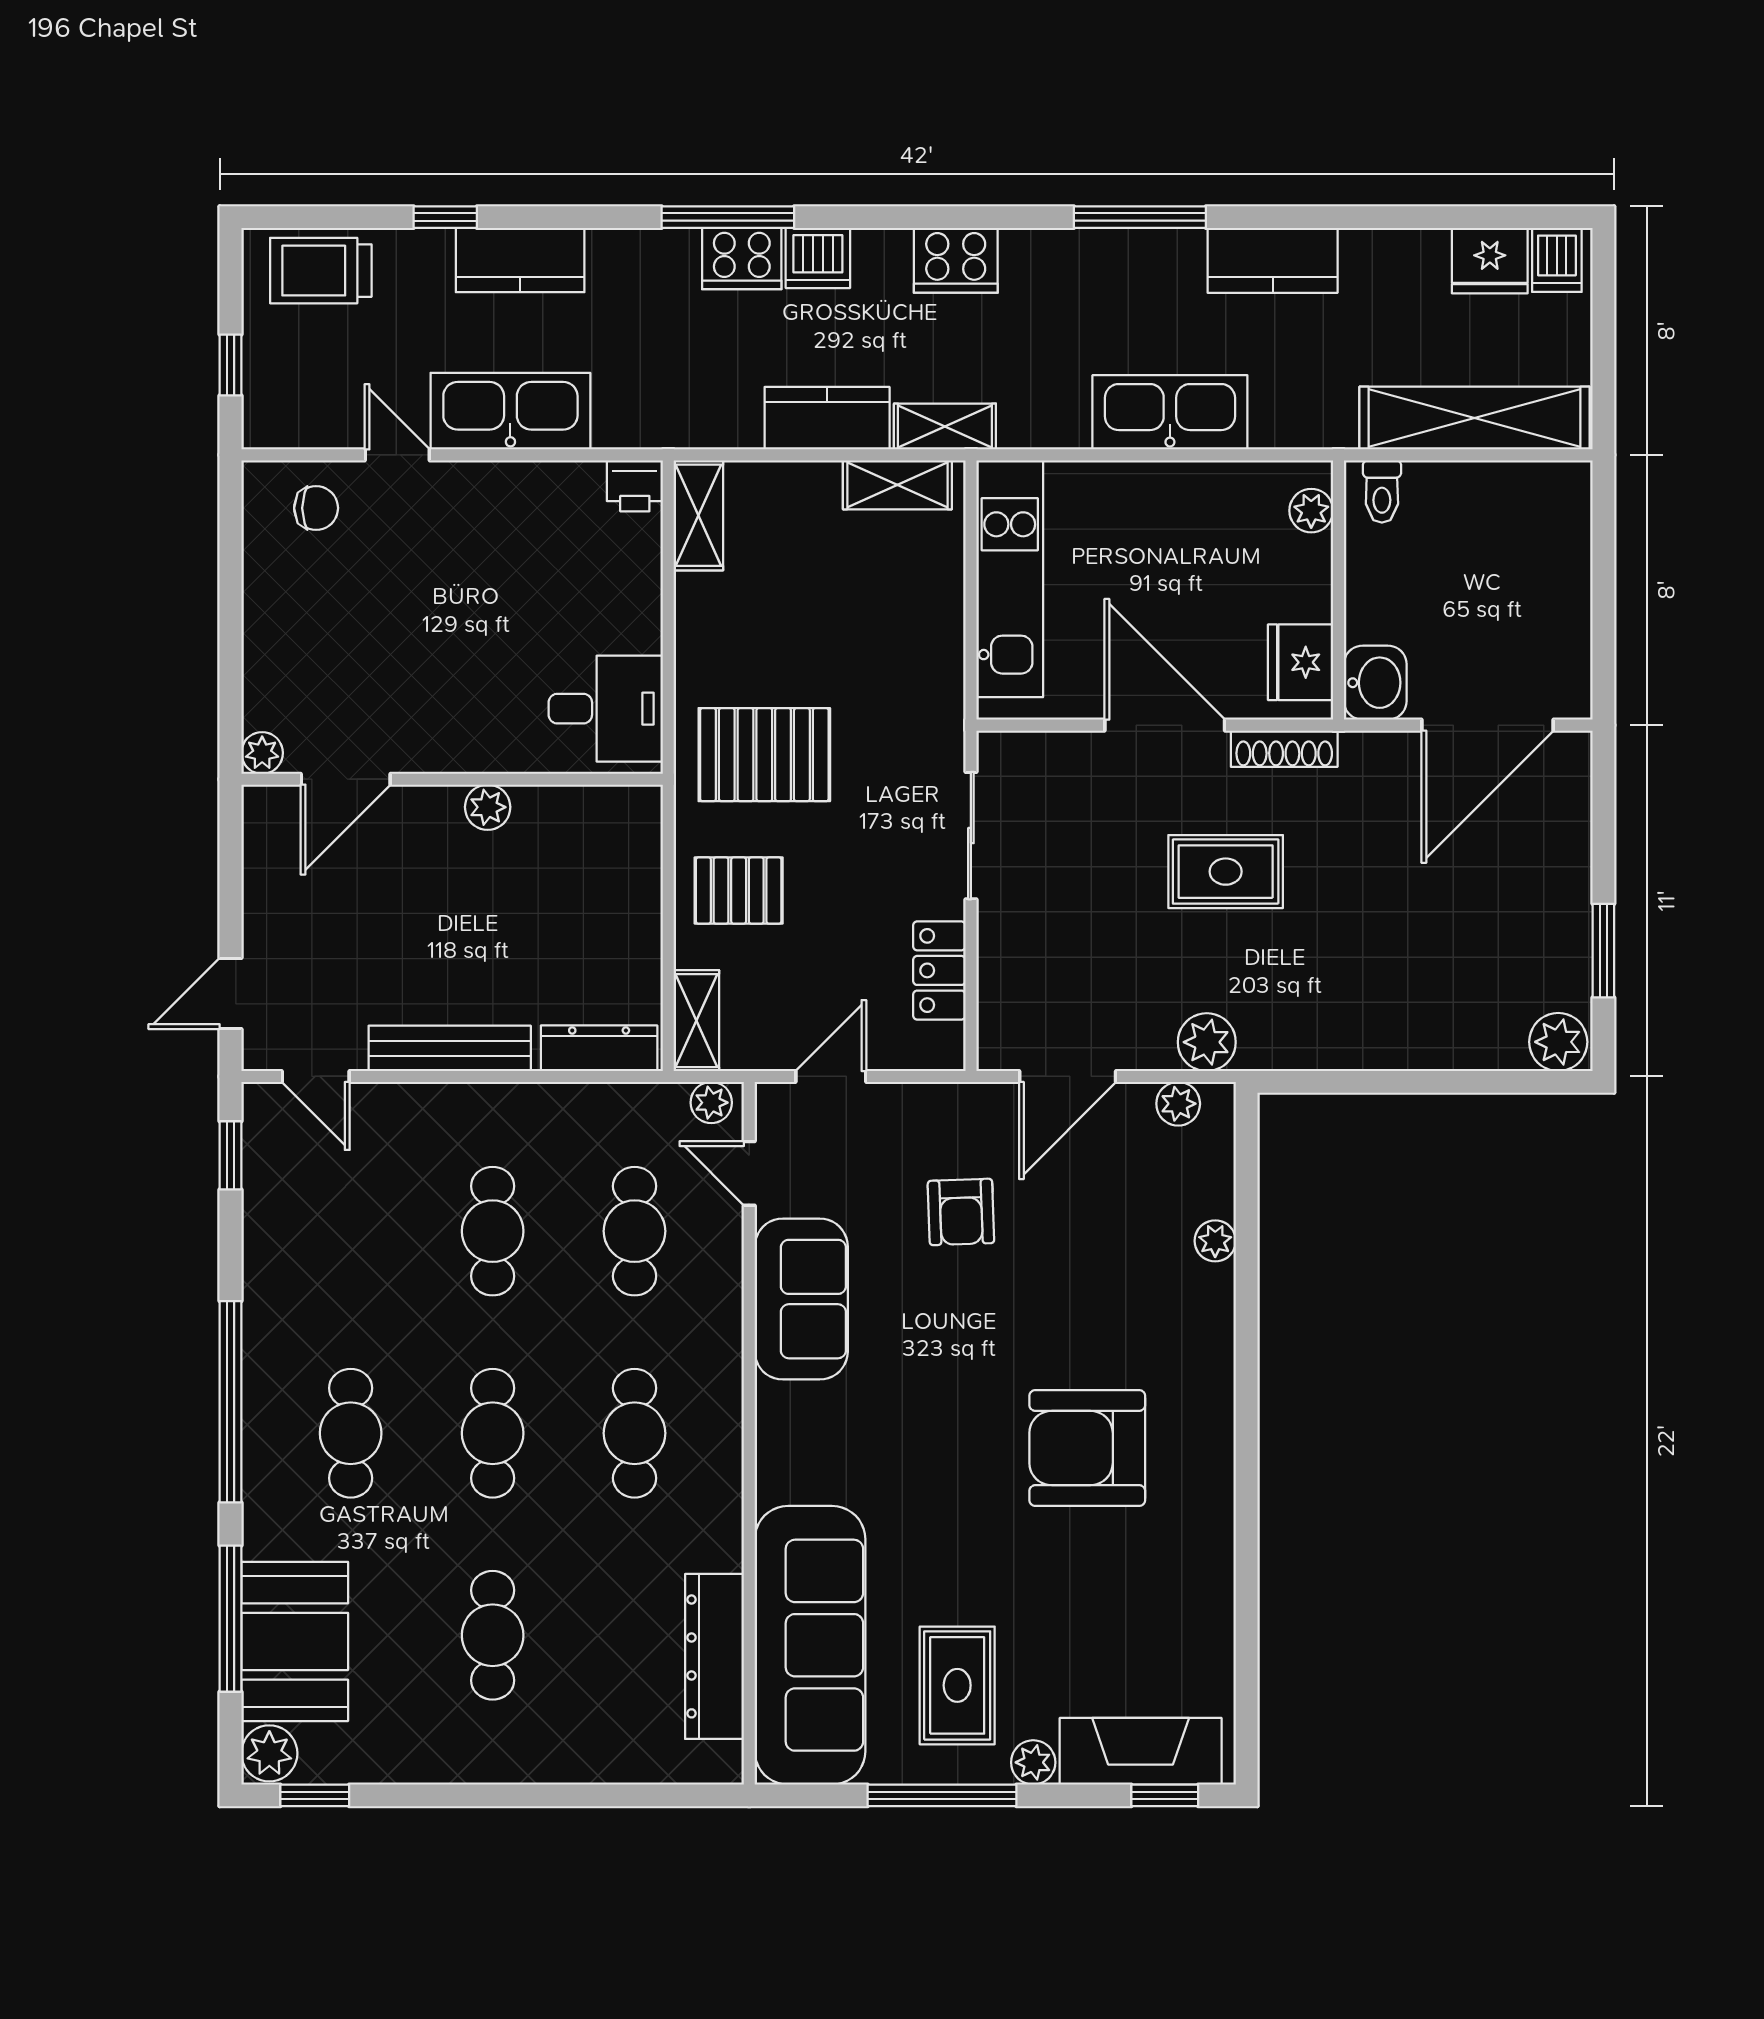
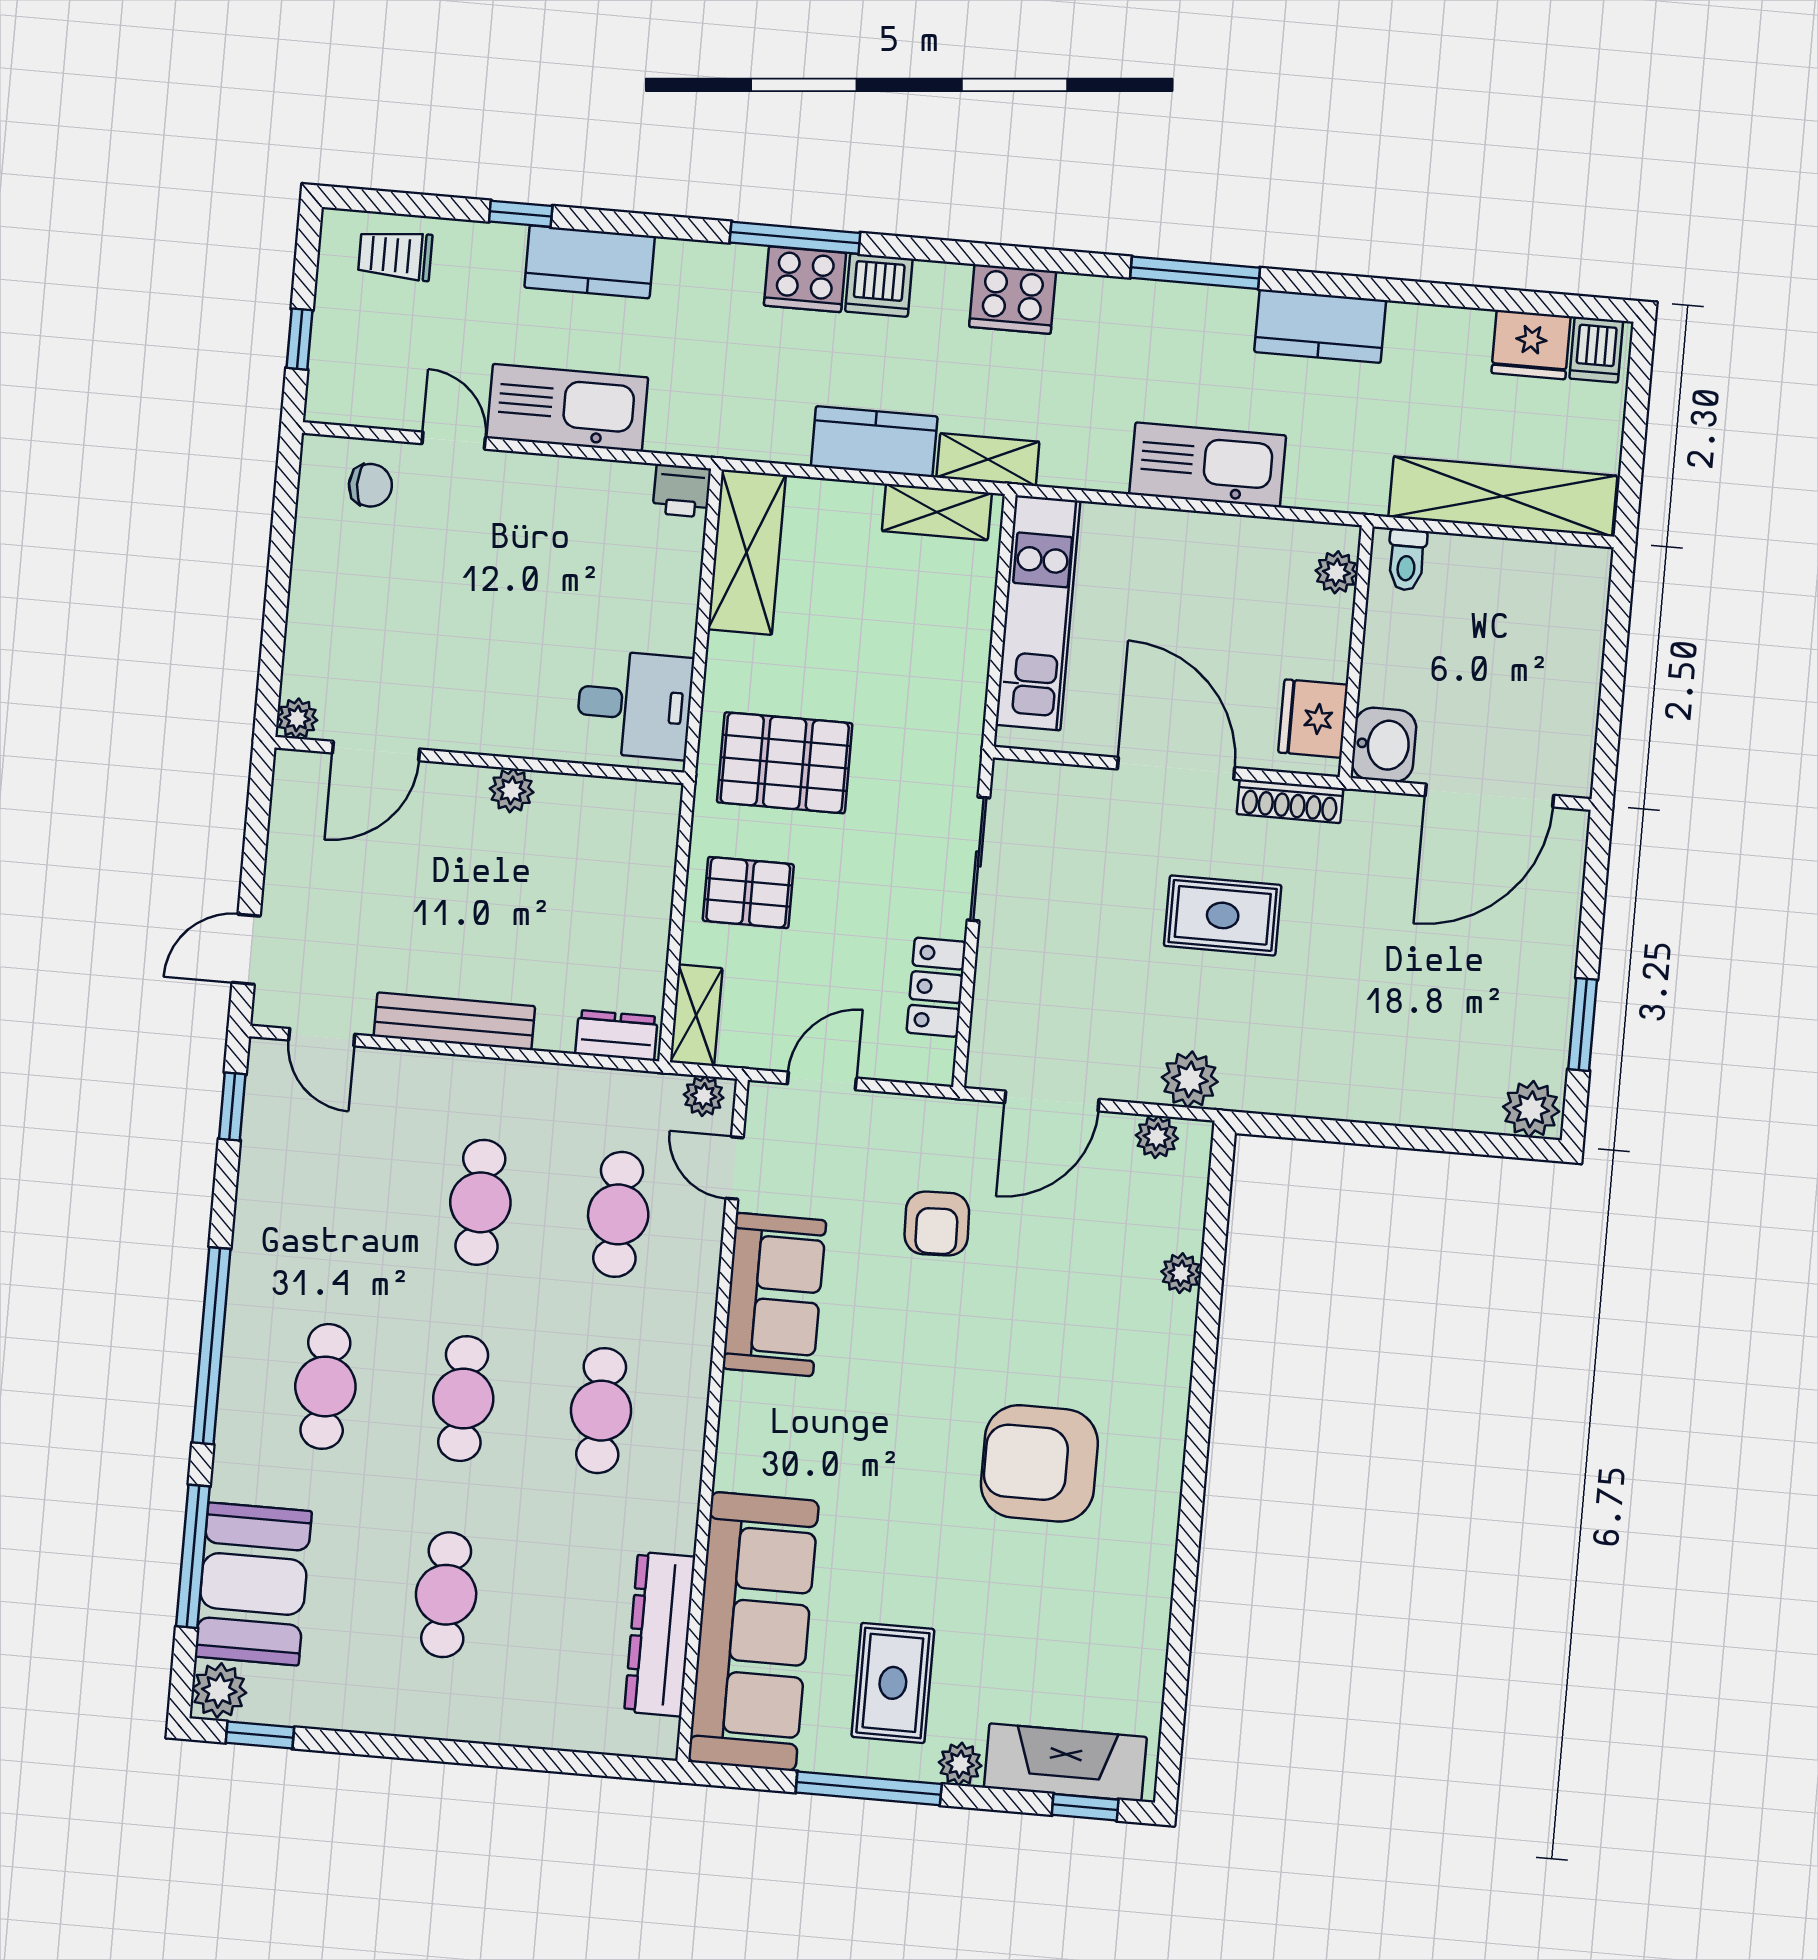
trolley: (321, 271) -> (395, 255), width x0.73, depth x0.72
shelving: (698, 515) -> (747, 552), width x1.50, depth x1.33
dresser: (599, 1048) -> (617, 1035), width x0.70

